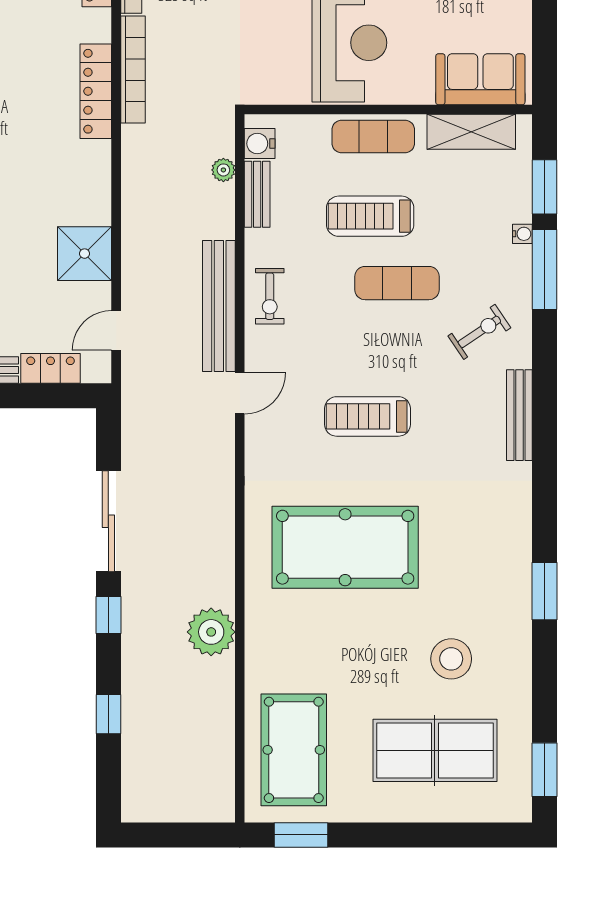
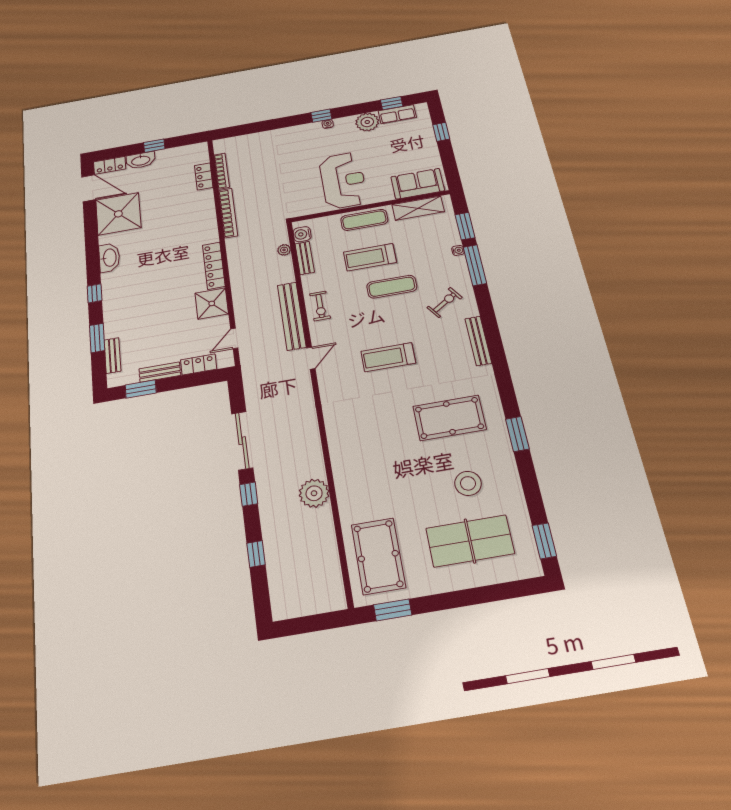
locker: (96, 91) -> (214, 266), moved
pool table: (345, 547) -> (449, 418), moved, width x0.73, depth x0.76

